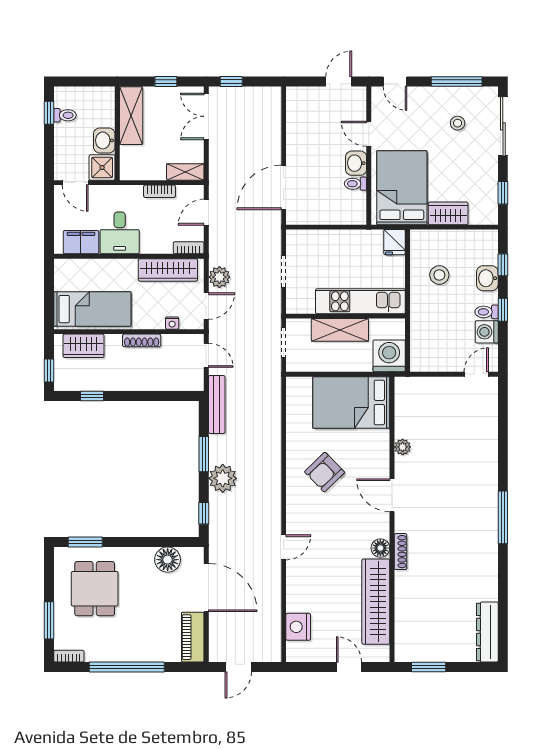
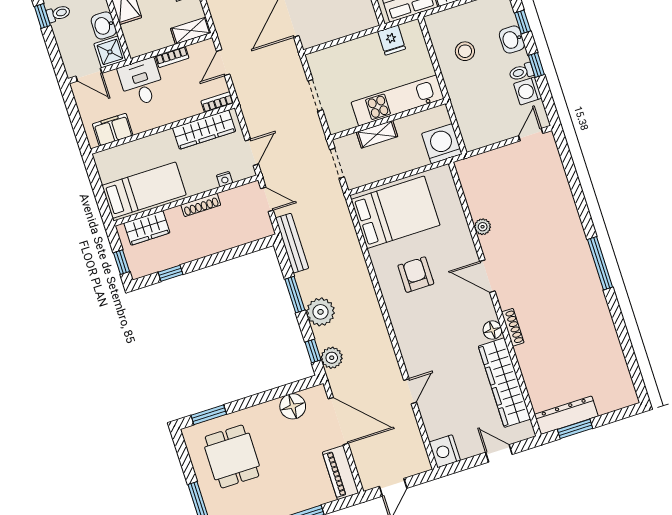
desk: (120, 233) -> (141, 82), moved, turned 180
fridge: (395, 242) -> (392, 40), moved
plant: (219, 277) -> (332, 358), moved
shelving: (340, 330) -> (377, 134), width x0.67, depth x0.75
bed: (351, 402) -> (396, 212), moved, turned 180
armchair: (325, 472) -> (416, 275), turned 134
door: (284, 547) -> (410, 391), moved
nightstand: (298, 627) -> (445, 451), moved
dresser: (487, 632) -> (566, 415), moved, turned 90

